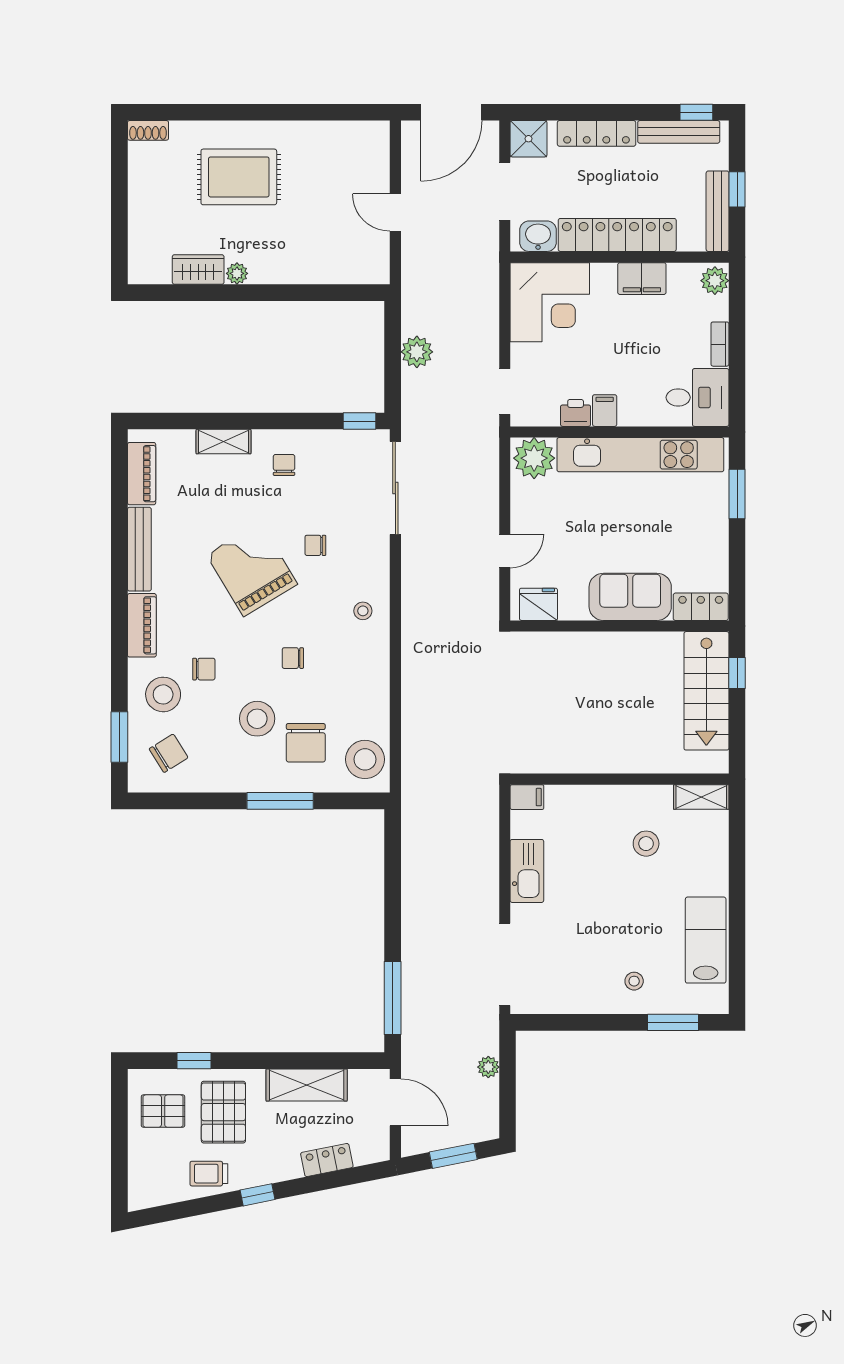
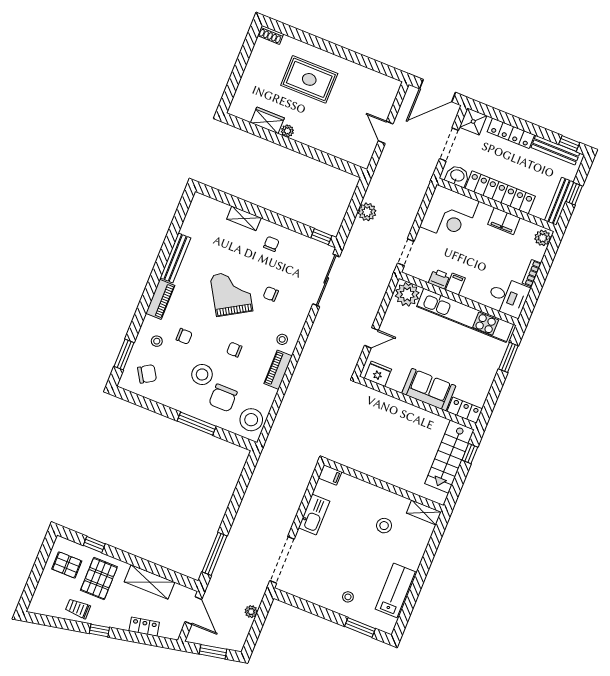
piano: (142, 474) -> (278, 370), moved, turned 180
stool: (163, 694) -> (157, 341), width x0.53, depth x0.53

